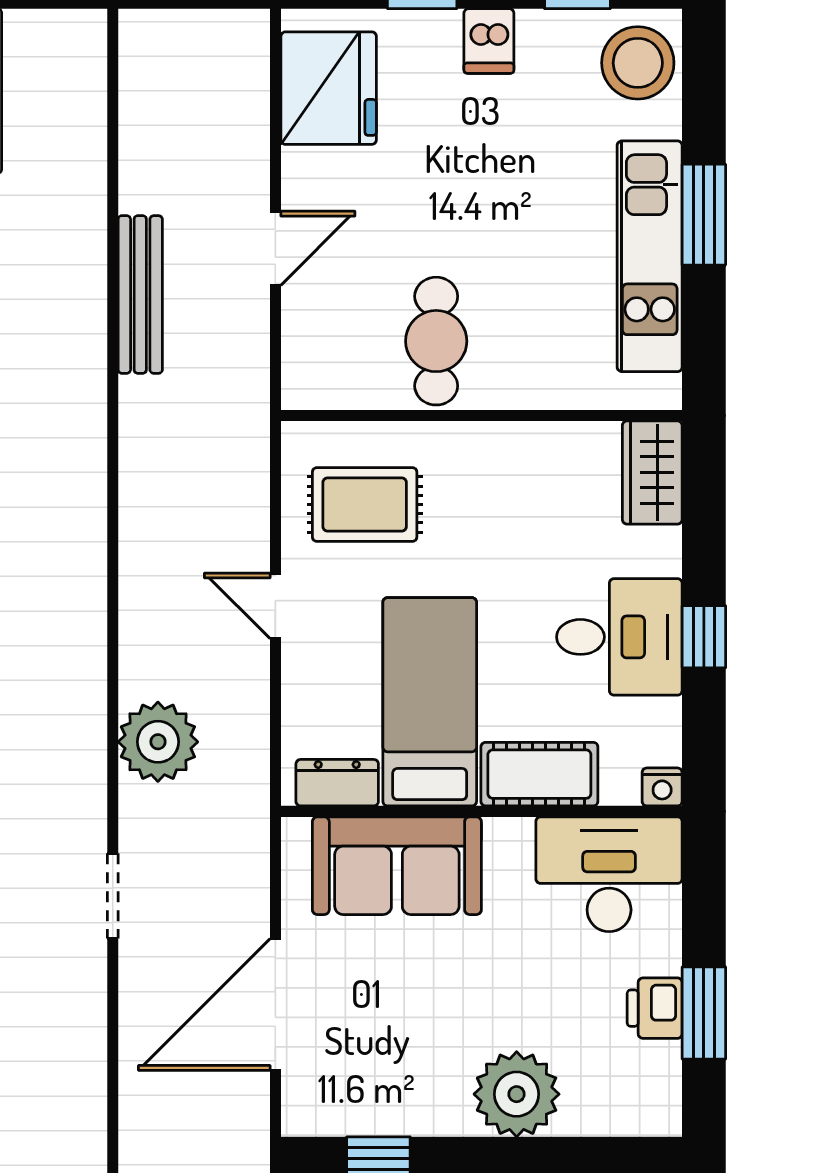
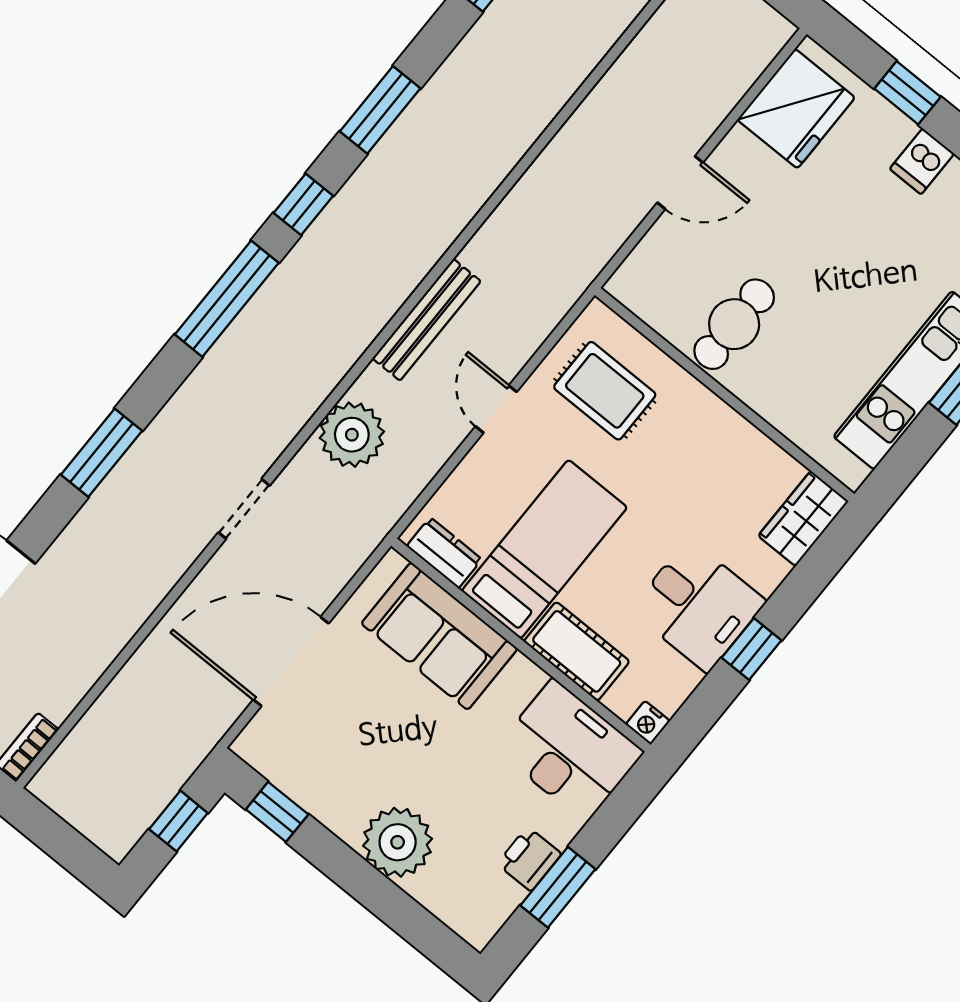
bench: (140, 294) -> (427, 320), moved

